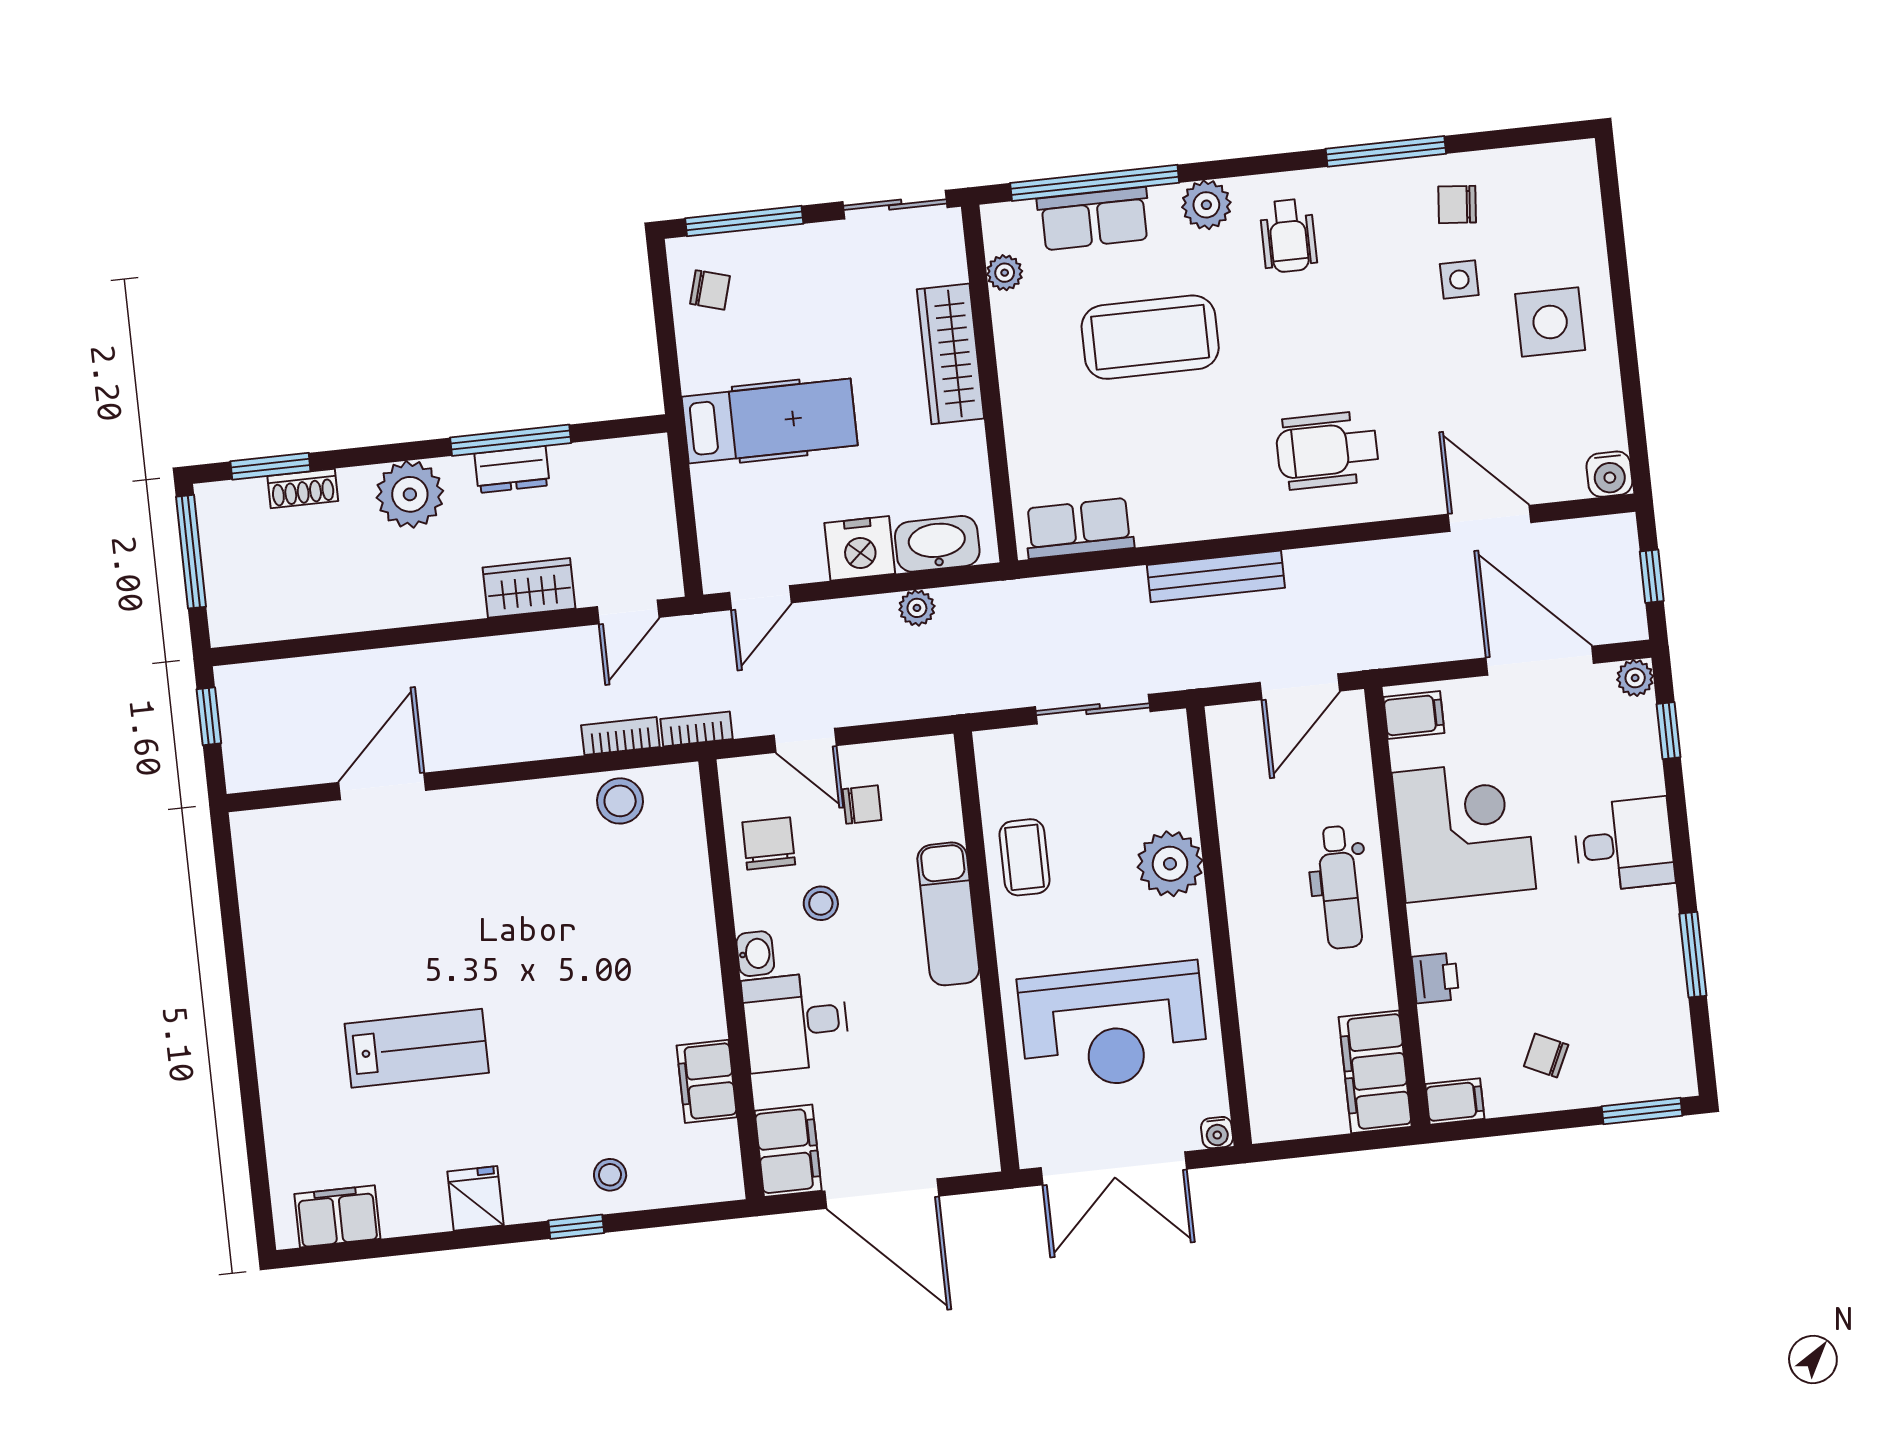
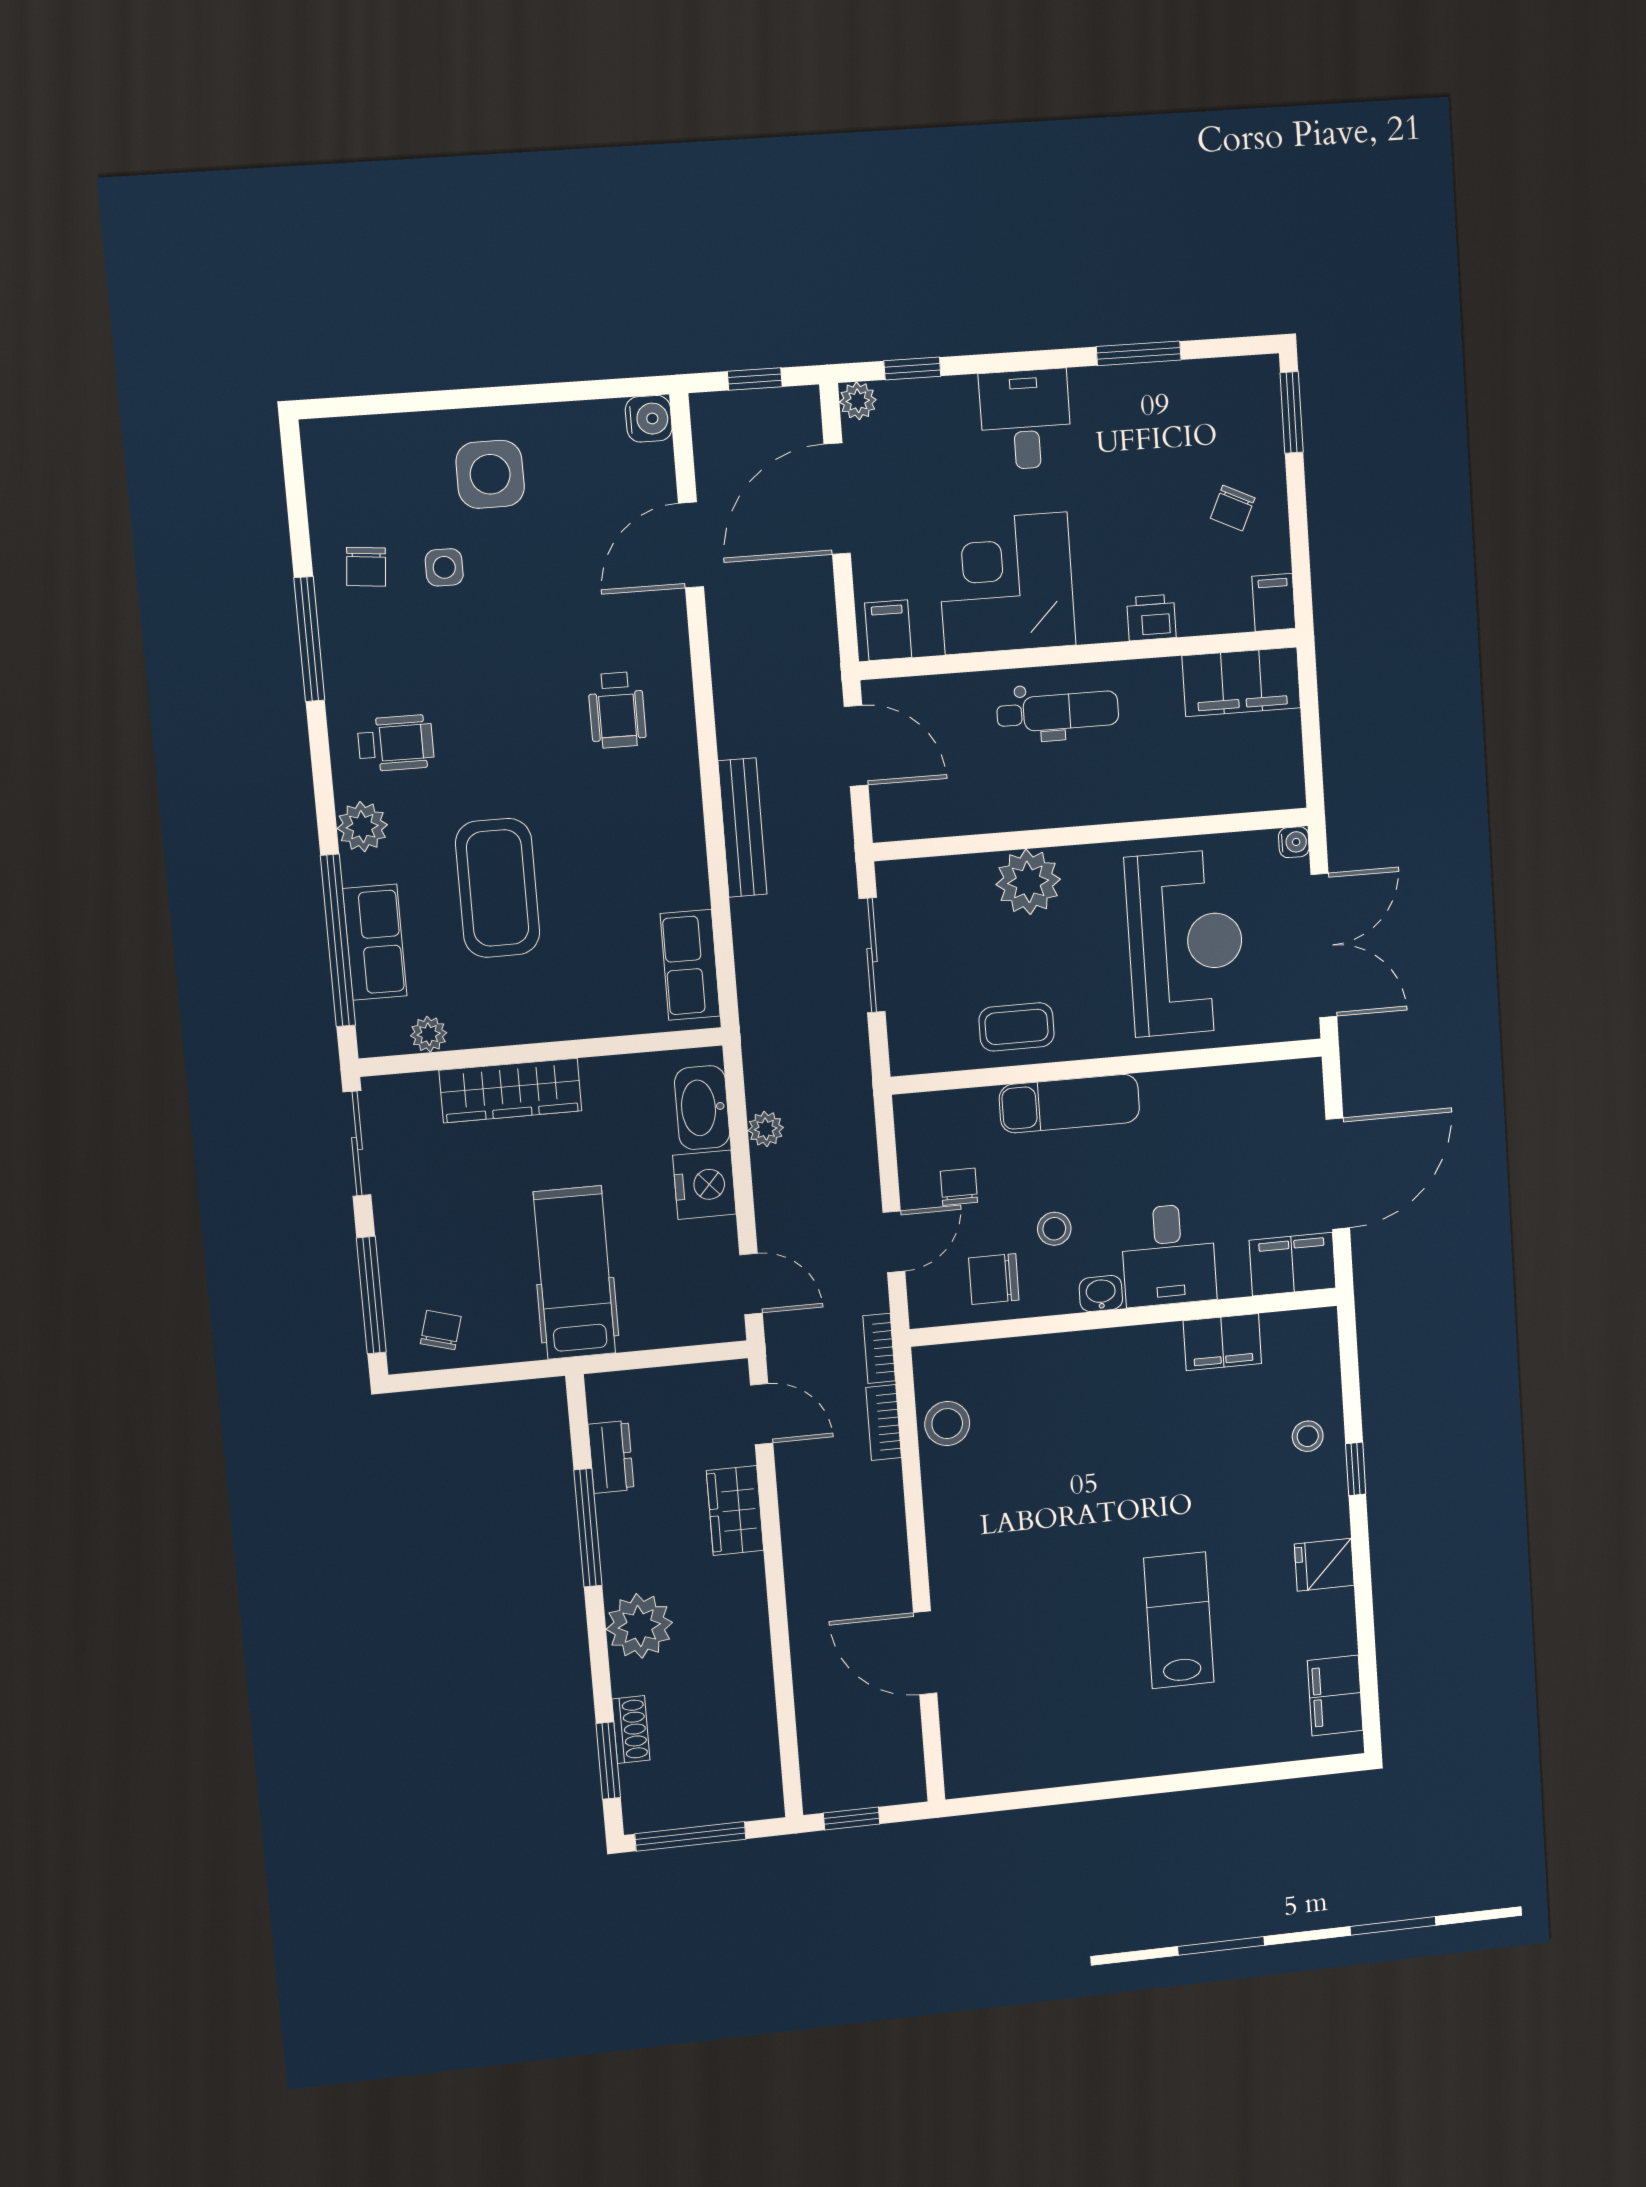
wheelchair: (1327, 450) -> (617, 710), width x0.73, depth x0.73
dresser: (512, 469) -> (611, 1457), moved

